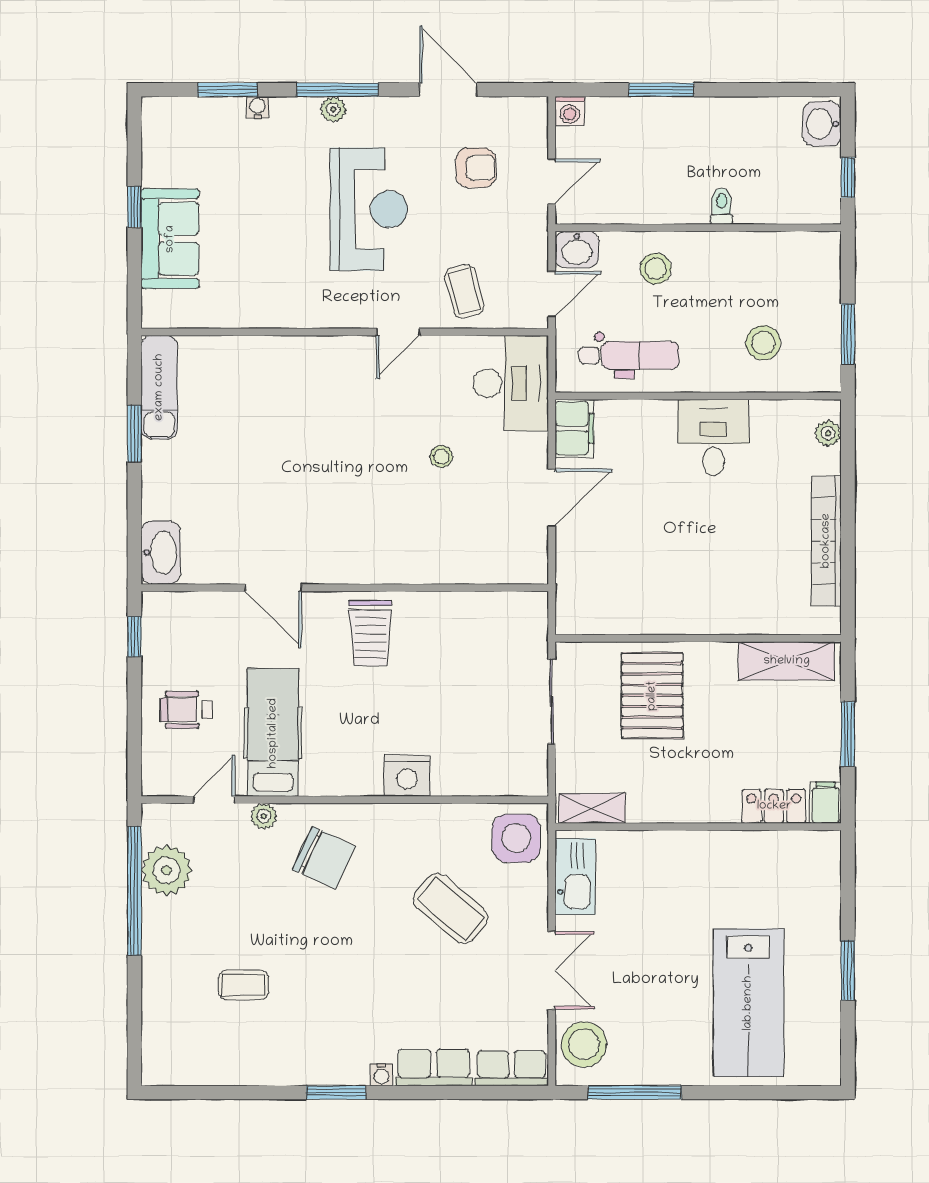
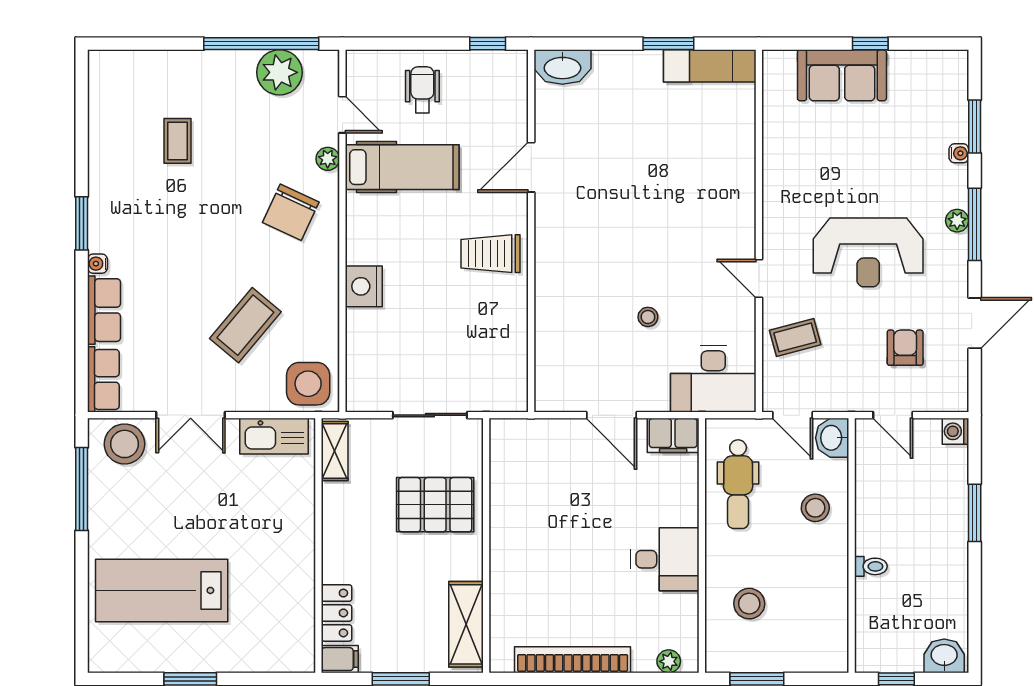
armchair: (476, 168) -> (905, 348), turned 180

